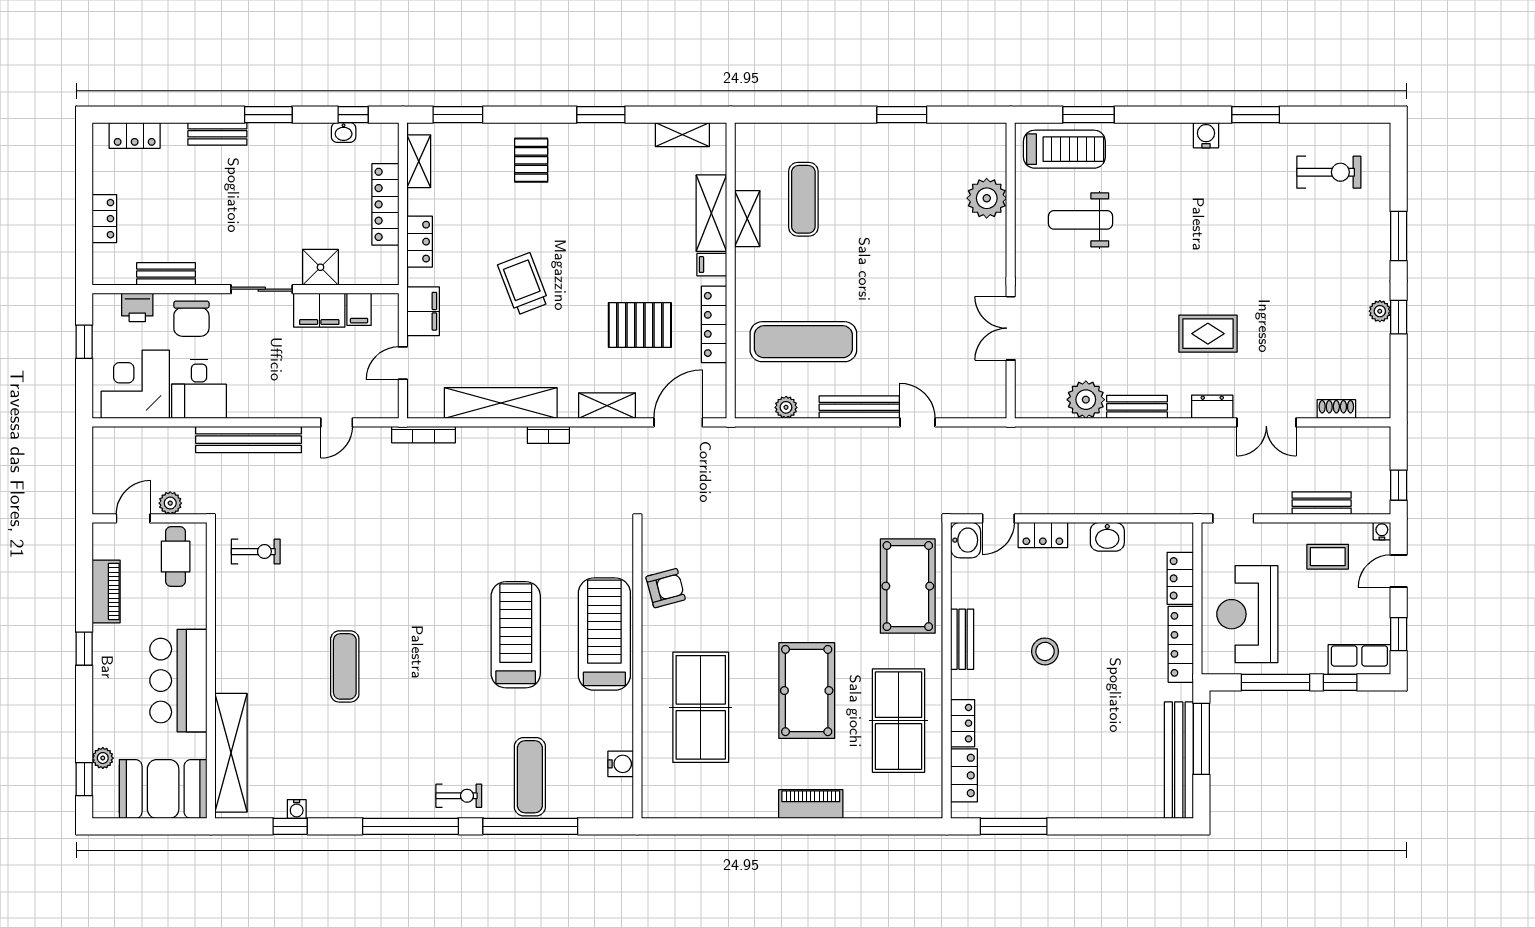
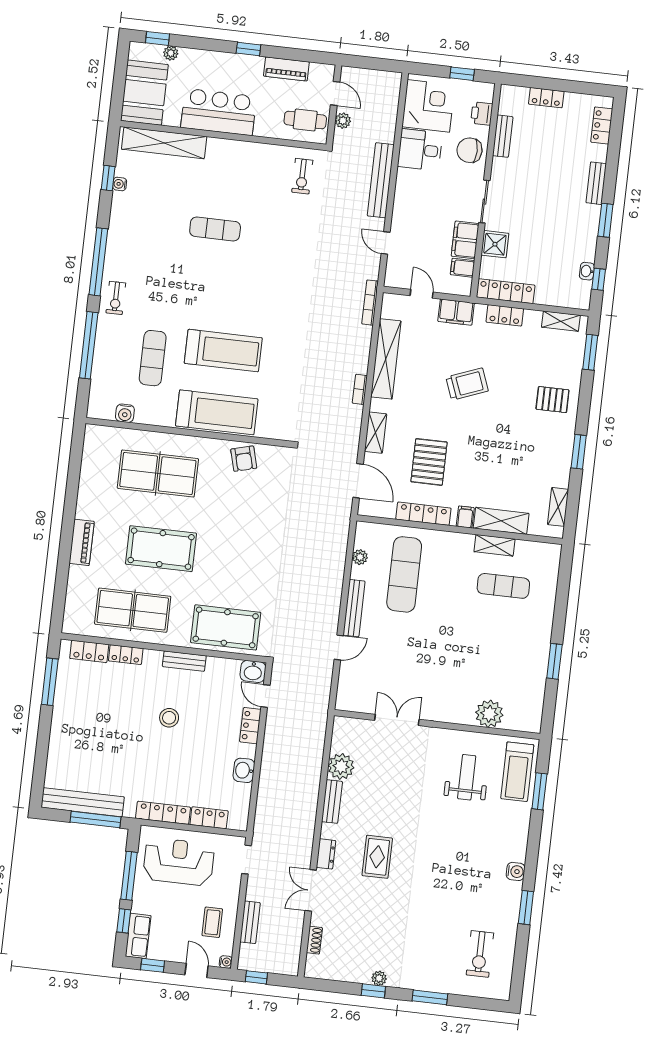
locker: (385, 204) -> (506, 291), moved
exercise mat: (530, 777) -> (153, 358), moved, turned 90

